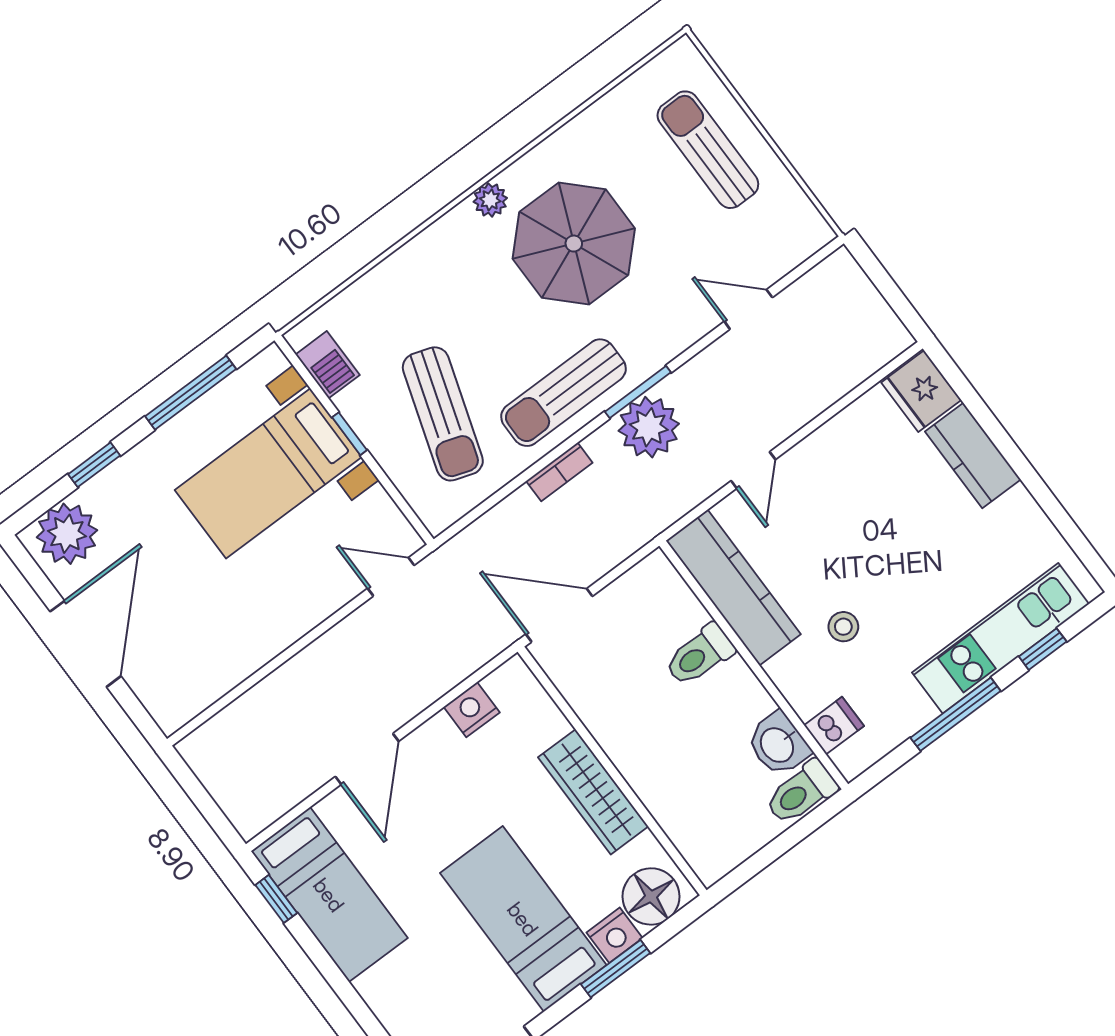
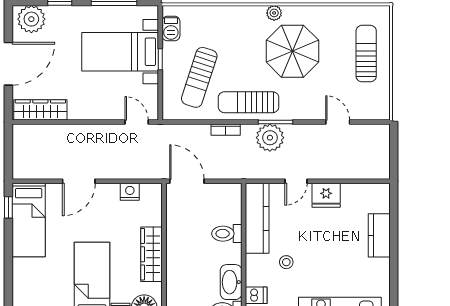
fridge: (921, 391) -> (326, 195), moved, turned -90
wardrobe: (204, 683) -> (40, 110), added
washbasin: (778, 744) -> (231, 282), width x1.38

